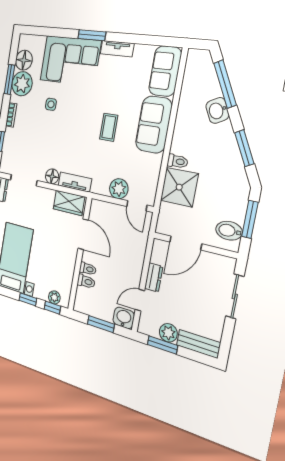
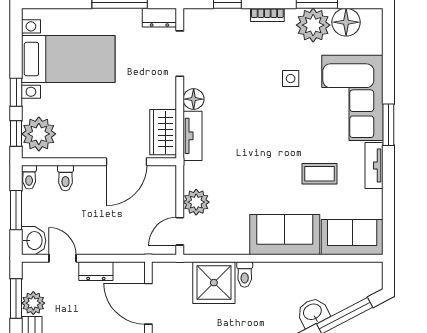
coffee table: (109, 127) -> (319, 174), moved
toilet: (88, 269) -> (29, 177), moved
plant: (54, 297) -> (39, 134), width x1.87, depth x1.87

